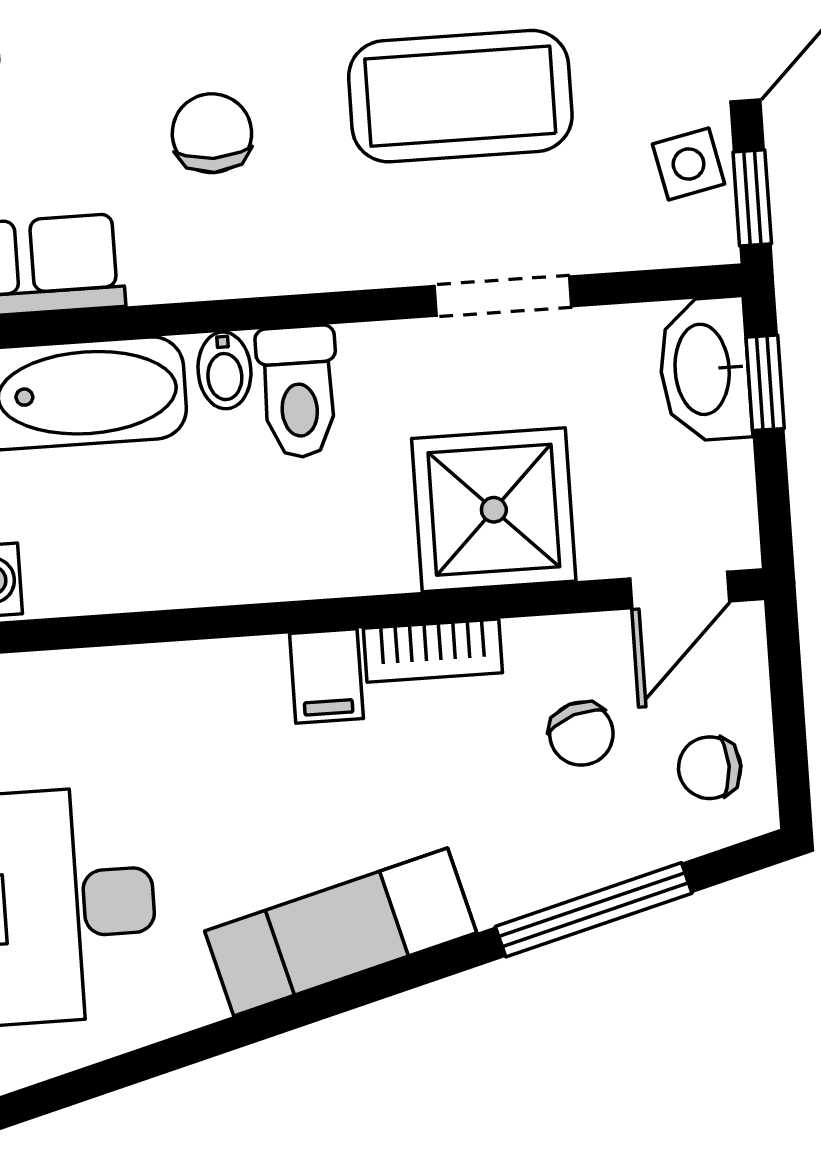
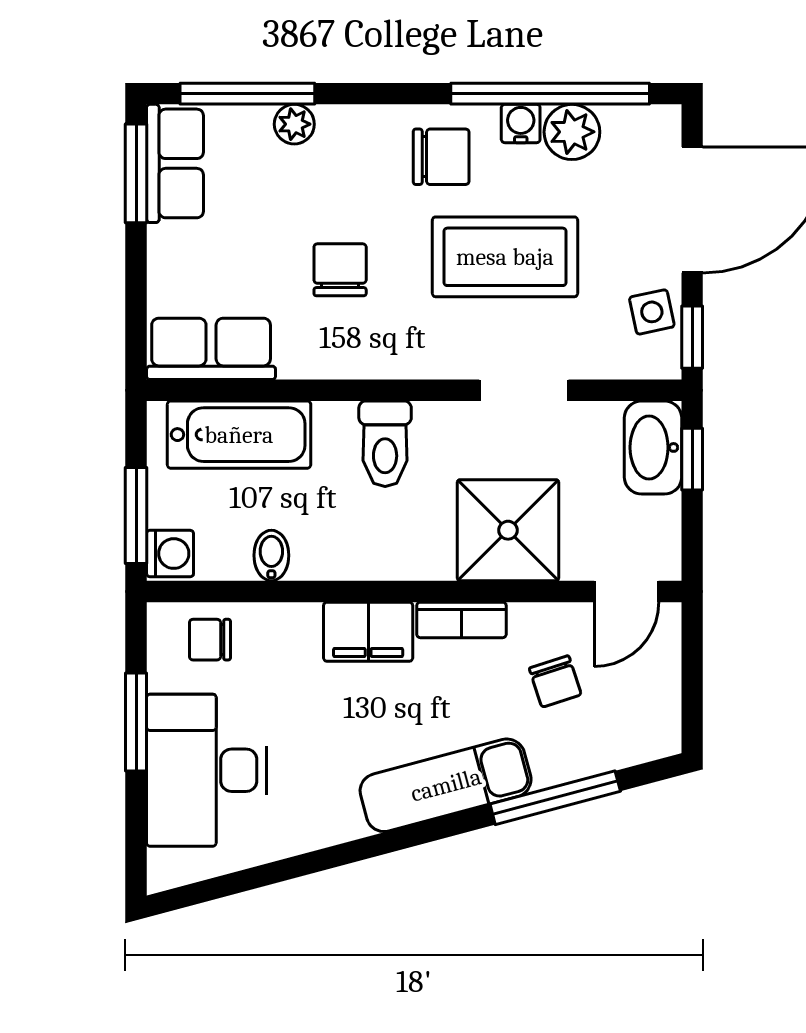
bidet: (224, 370) -> (271, 555), moved, turned 180
filing cabinet: (326, 676) -> (368, 632), width x2.00
chair: (710, 768) -> (210, 640), moved
exam couch: (341, 932) -> (446, 785), moved

